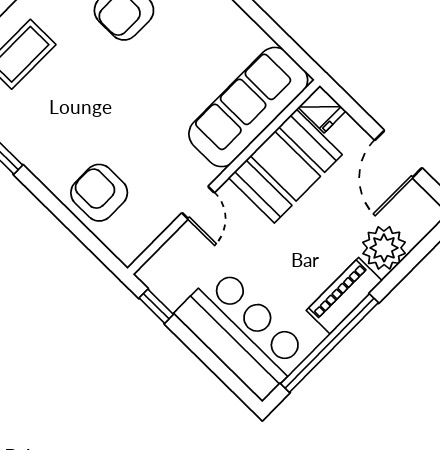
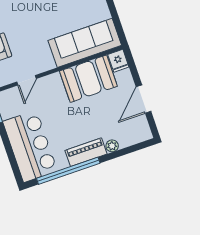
door: (198, 203) -> (26, 80), moved
plant: (384, 248) -> (112, 146), width x0.53, depth x0.53

